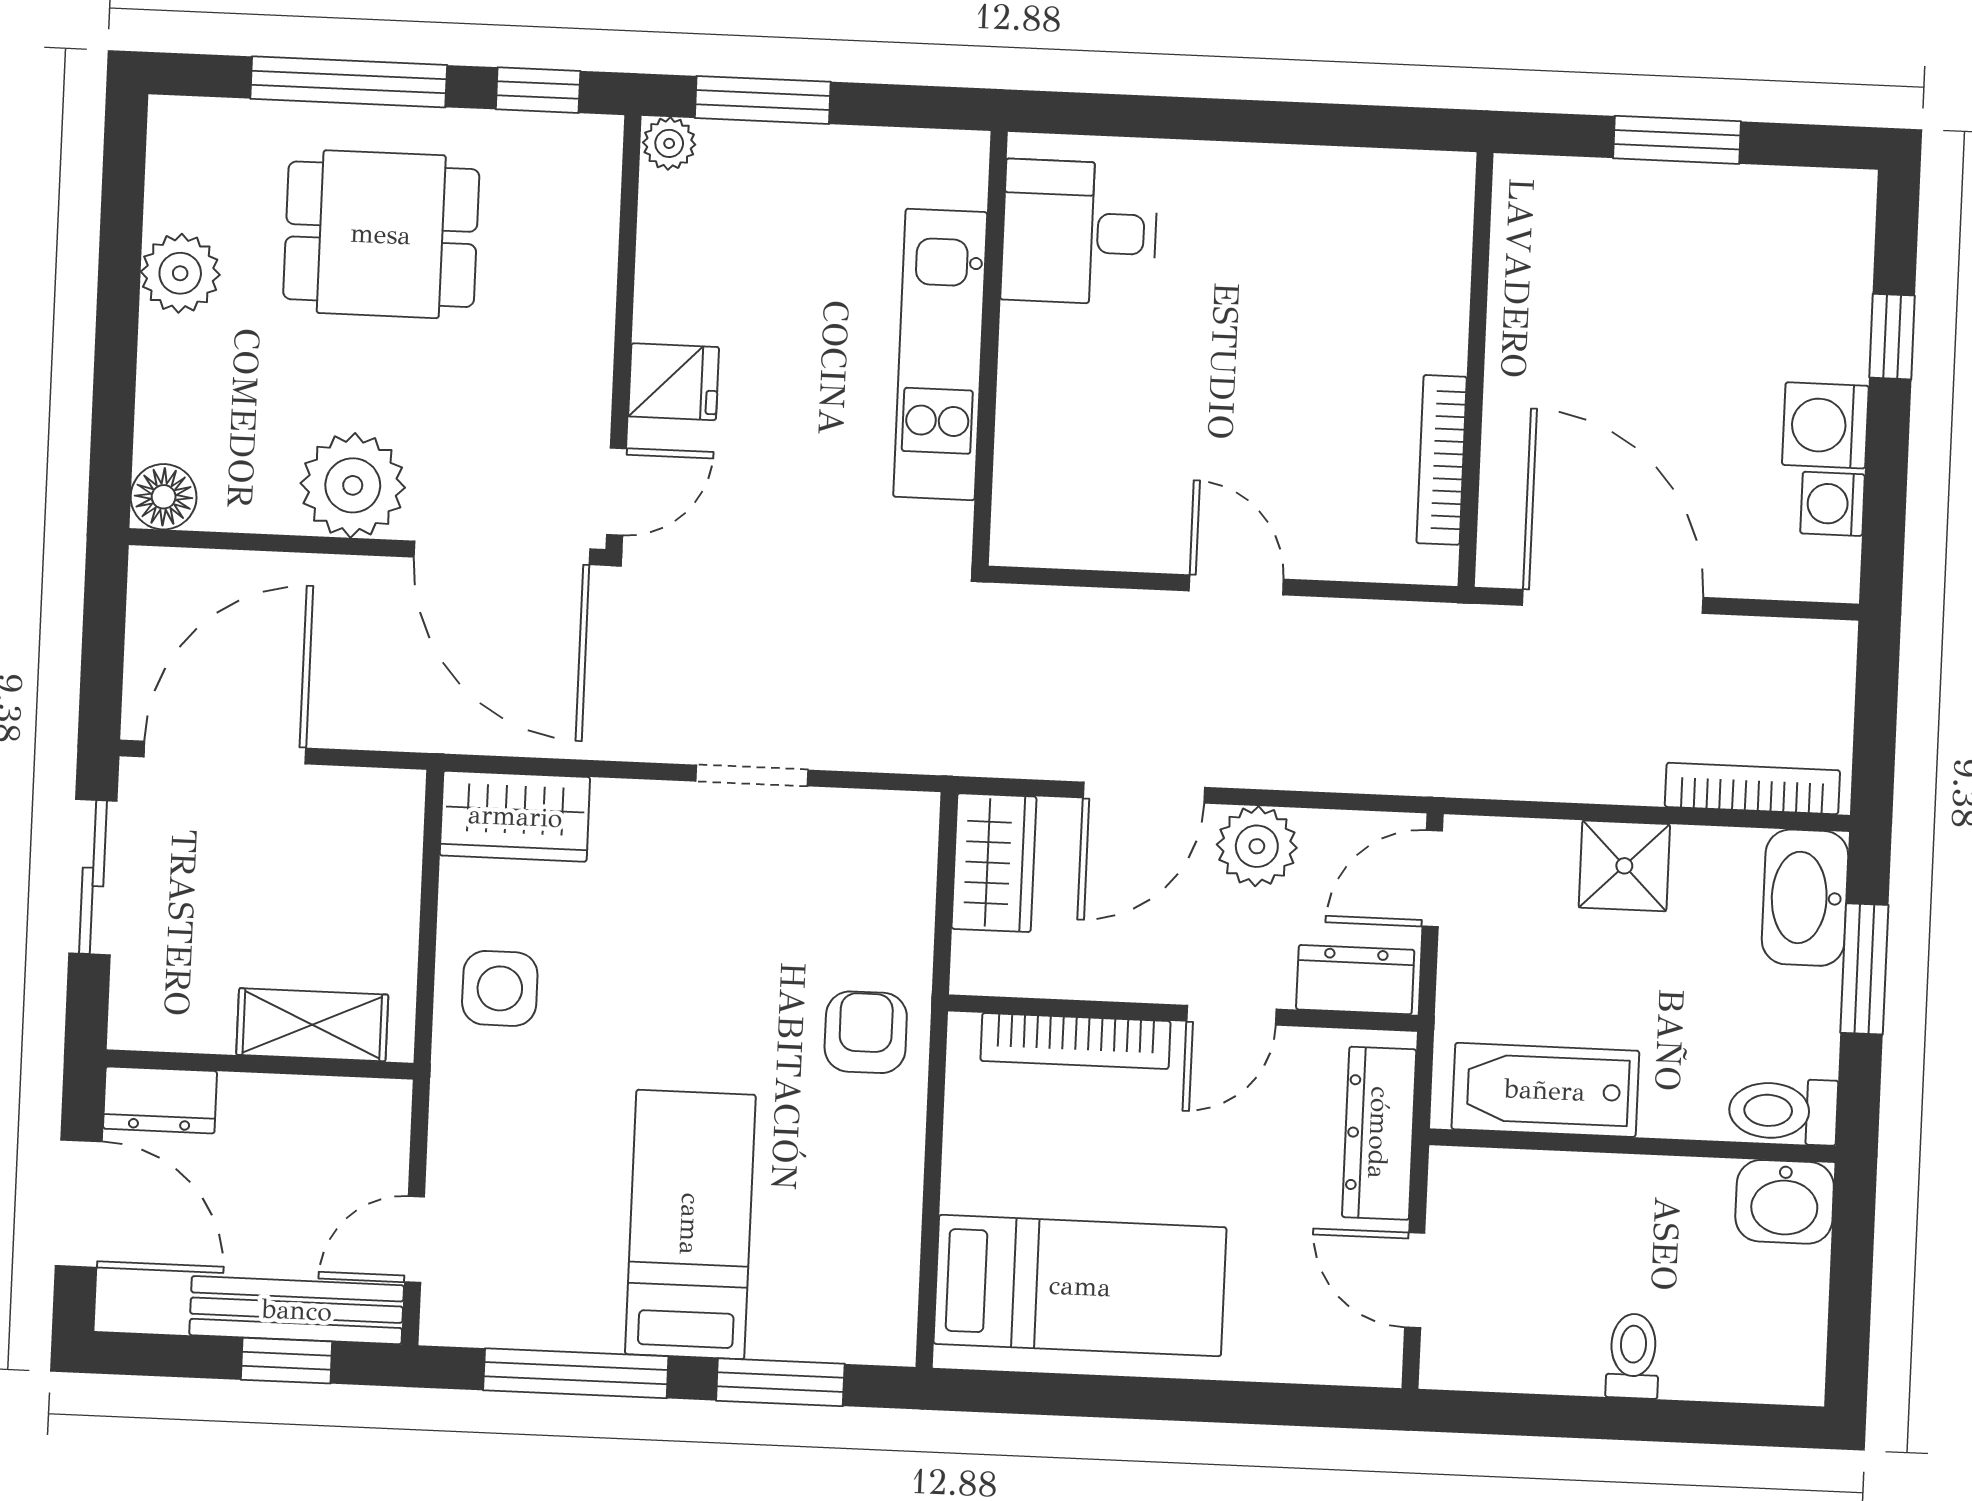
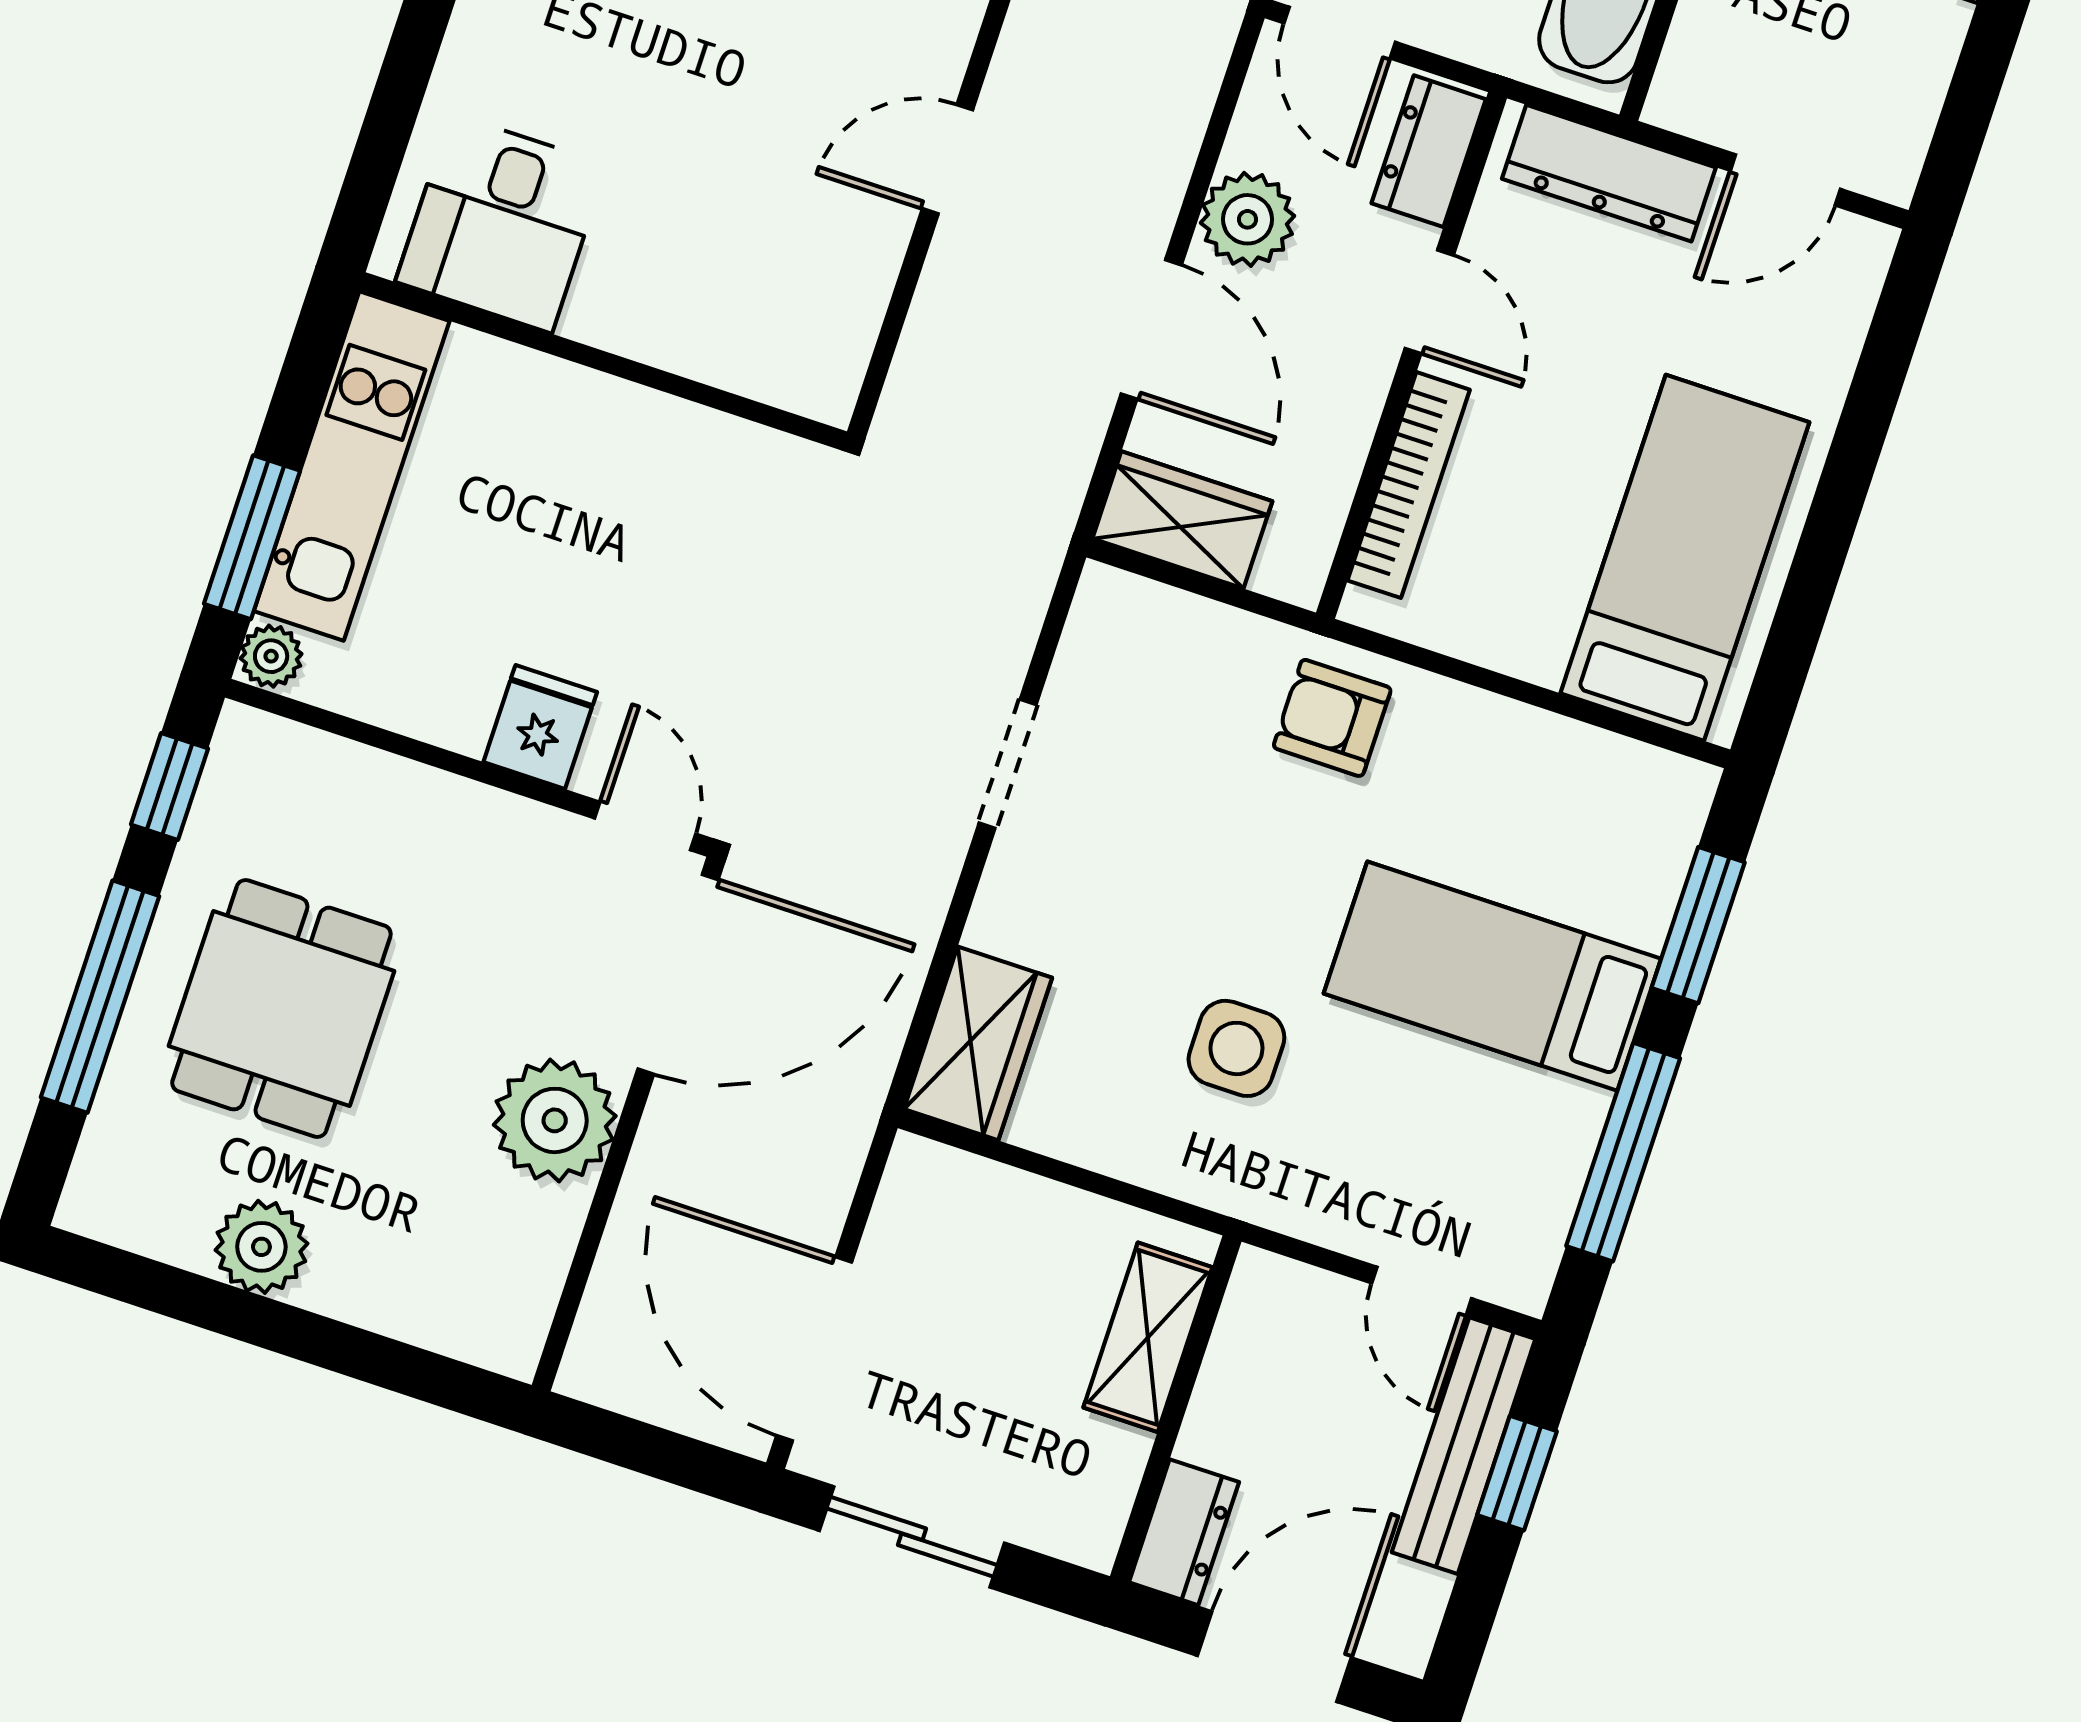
kitchen unit: (940, 354) -> (352, 466), moved, turned -90
floor lamp: (164, 497) -> (507, 1337), removed
side table: (500, 988) -> (1236, 1048), moved

